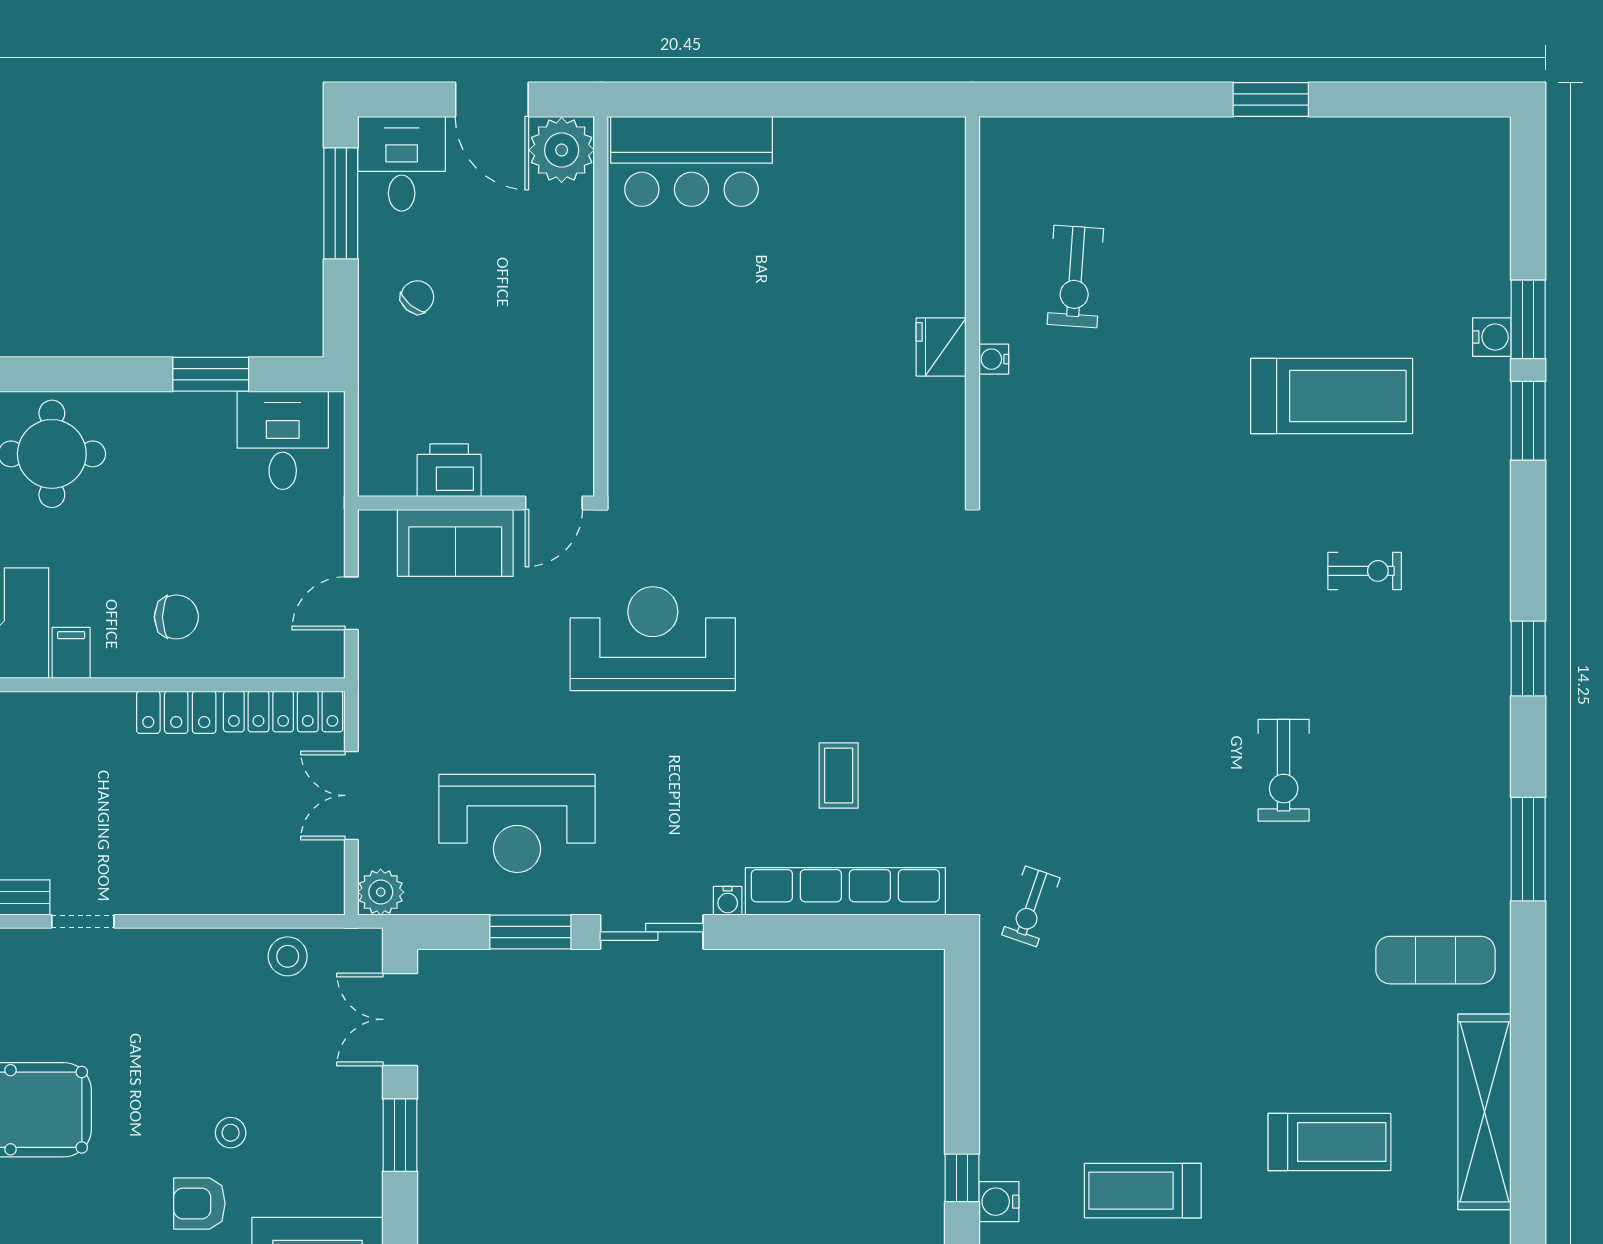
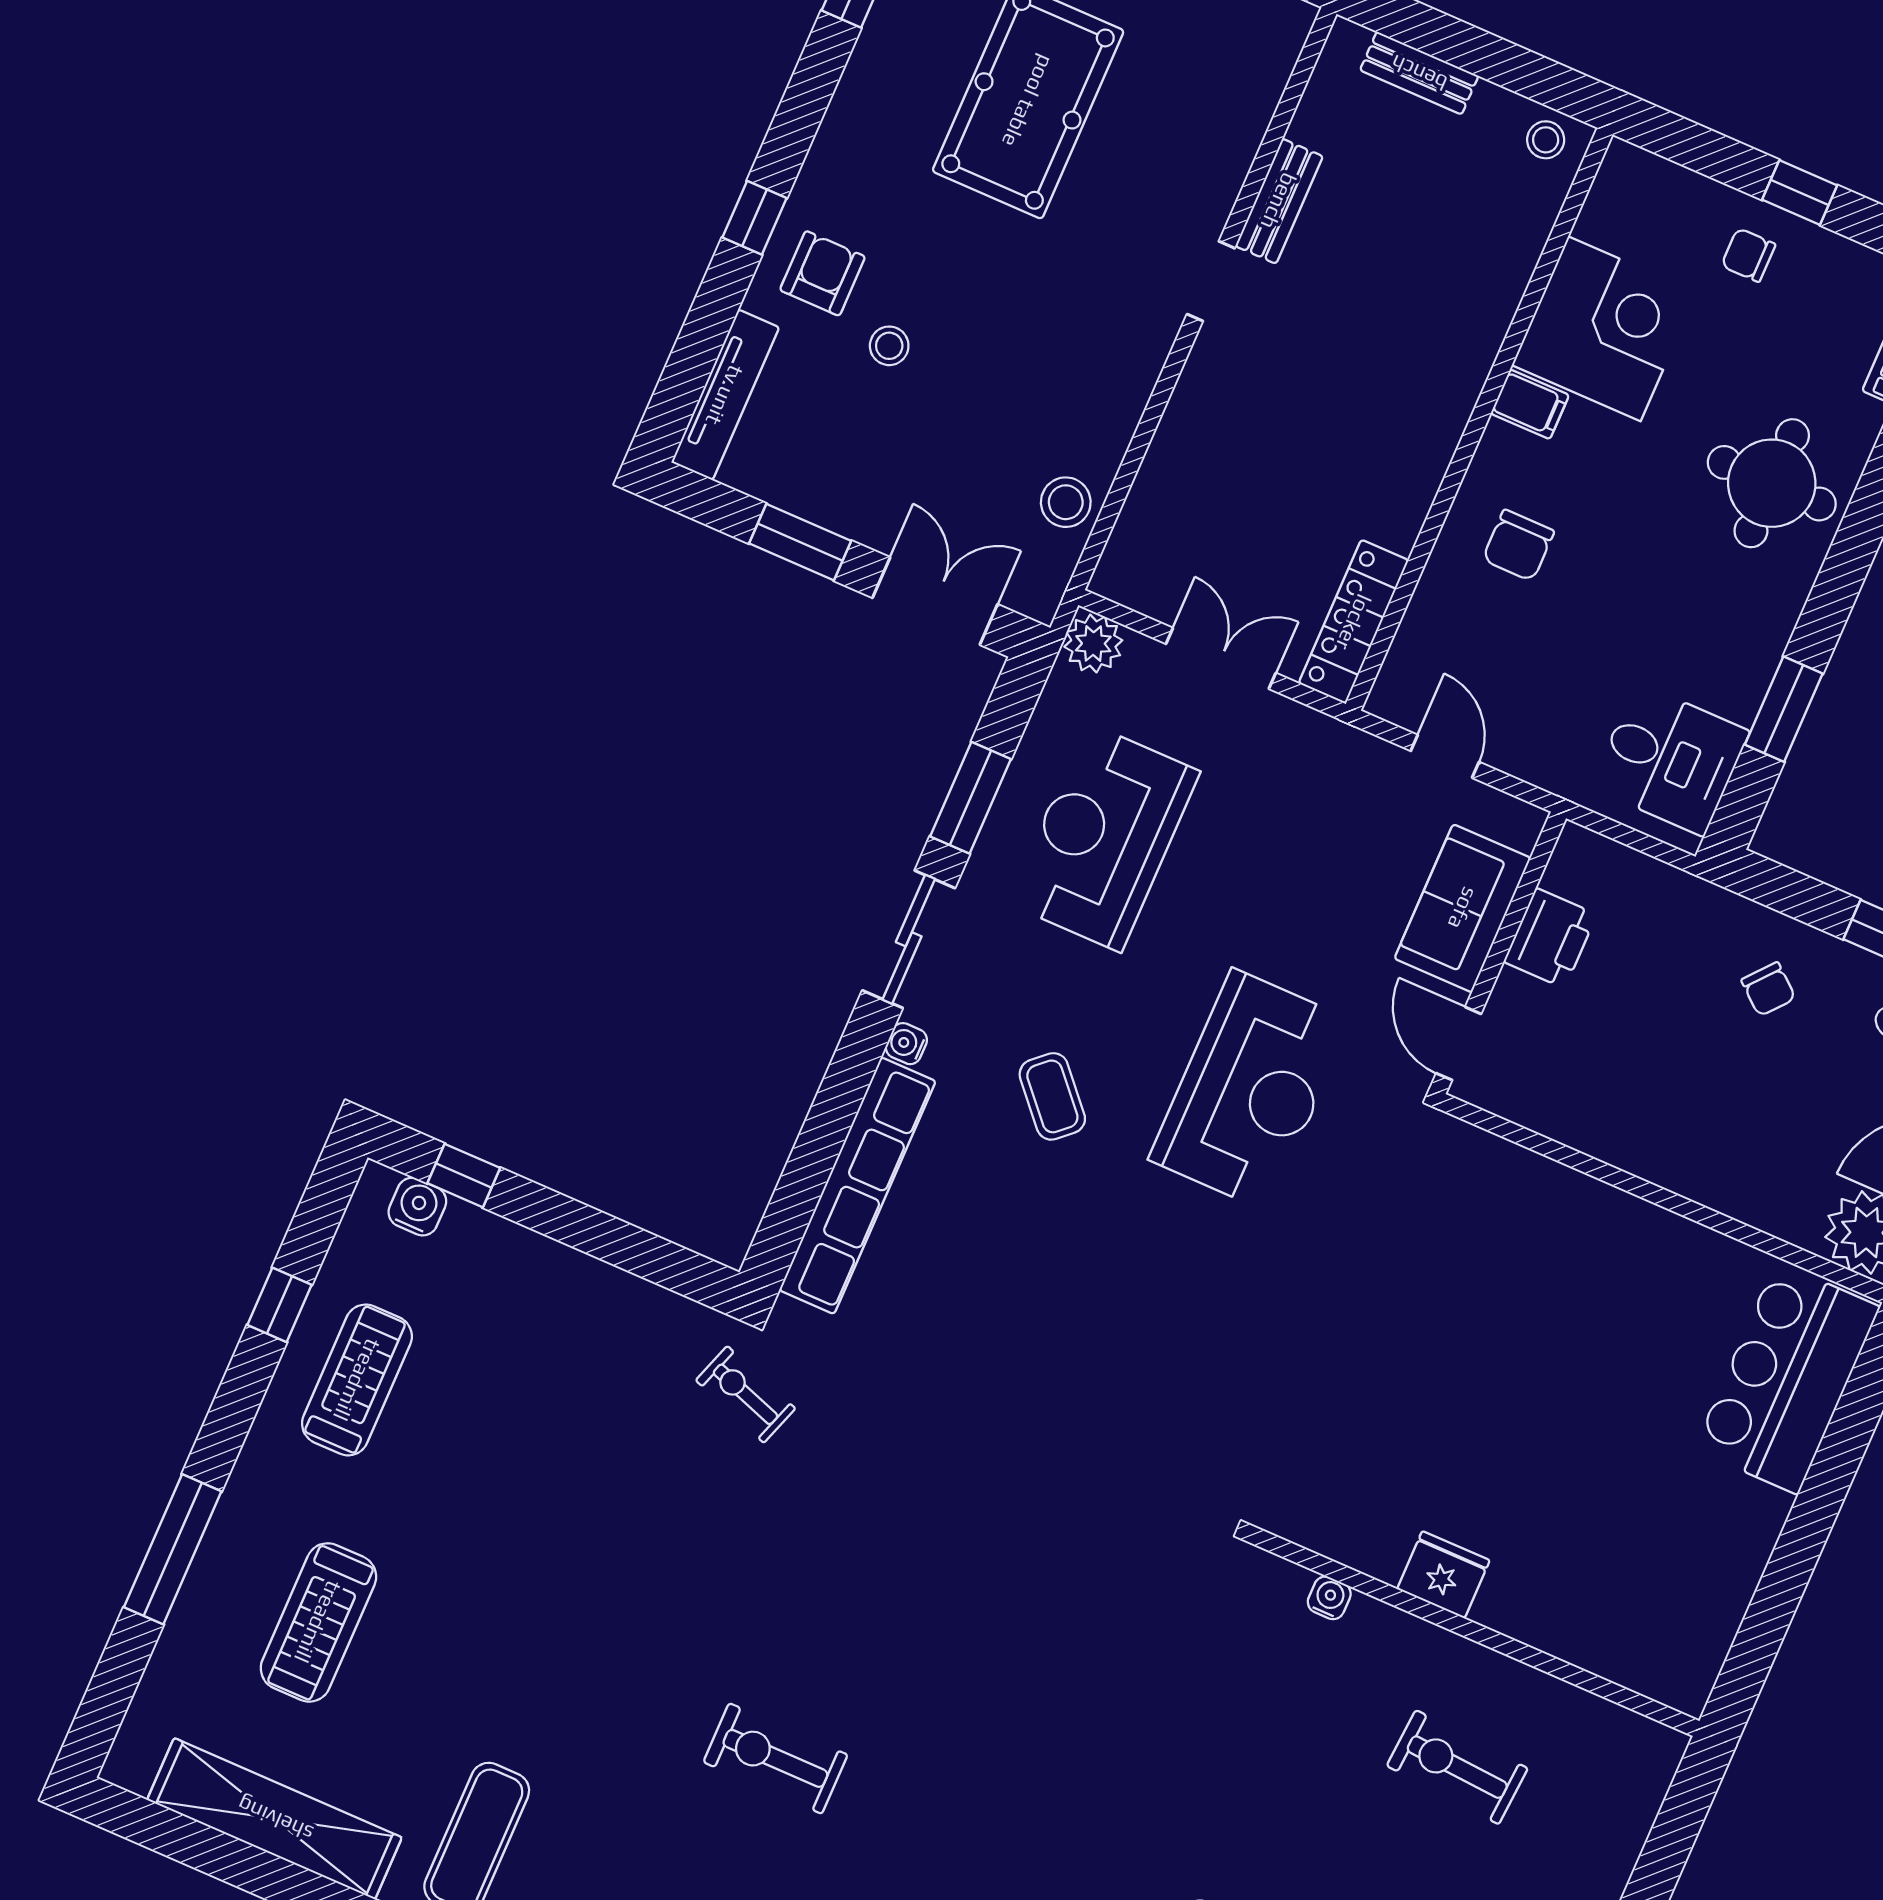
water cooler: (994, 359) -> (1329, 1598), moved
locker: (176, 712) -> (1407, 497), removed
coffee table: (839, 776) -> (1052, 1096), moved, turned 48

